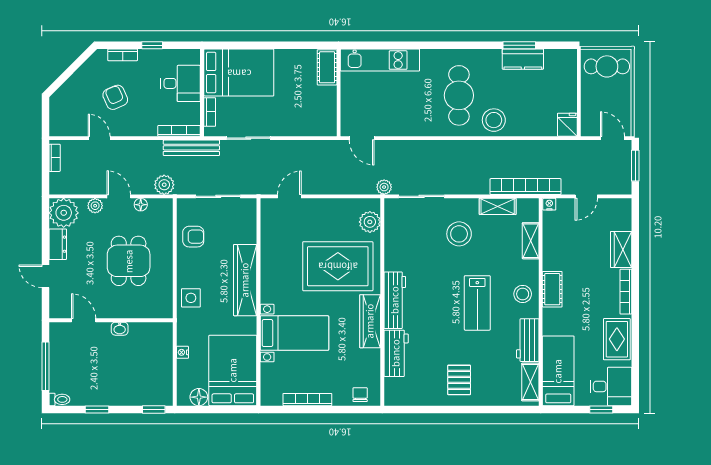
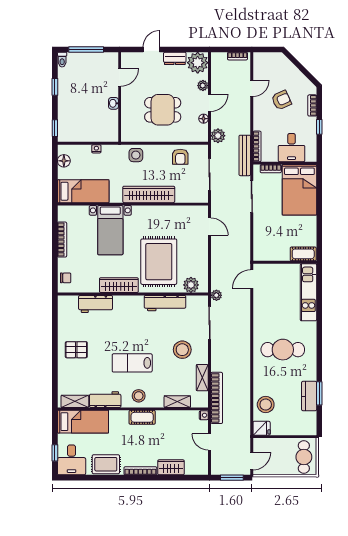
stool: (494, 120) -> (266, 405), moved
workbench: (395, 300) -> (165, 303), moved
bed: (233, 370) -> (83, 191), width x0.67

